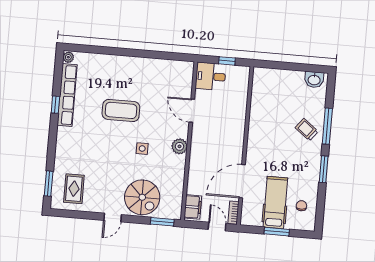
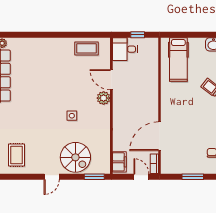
coffee table: (121, 110) -> (86, 48), moved, width x0.73, depth x0.76
plant: (179, 146) -> (104, 98), moved
hospital bed: (275, 202) -> (178, 59), moved, turned 180

